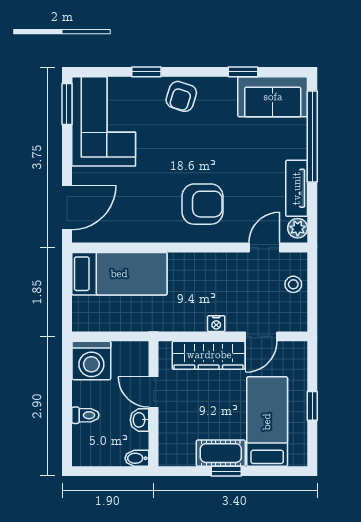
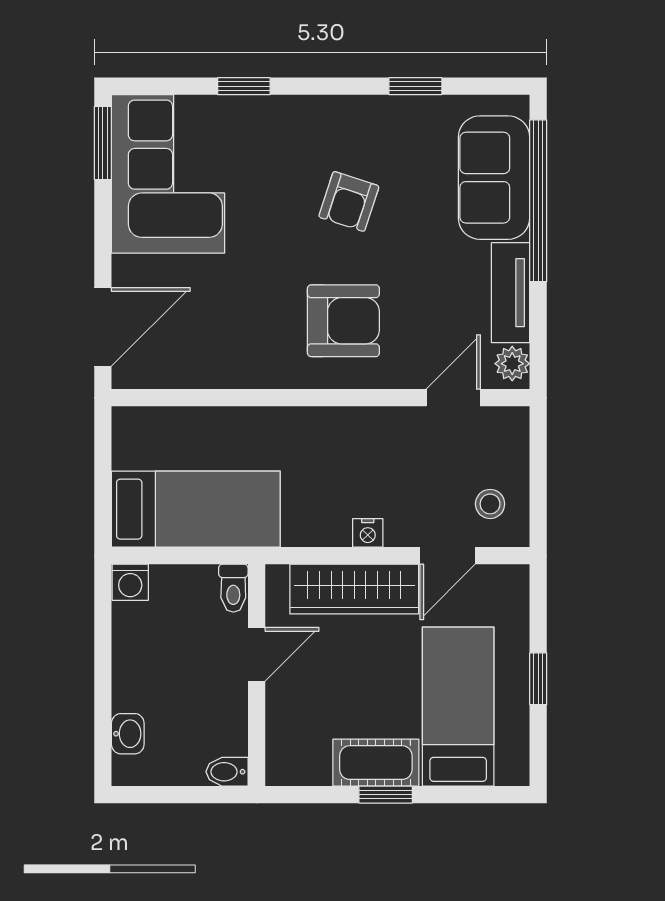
armchair: (181, 96) -> (349, 201), moved
sofa: (273, 97) -> (494, 178), moved, turned 90
bed: (119, 274) -> (196, 509), moved
stool: (293, 284) -> (490, 504), moved
washing machine: (91, 361) -> (130, 582), width x0.53, depth x0.53
door: (154, 392) -> (257, 654), swing flipped
toilet: (85, 415) -> (233, 588), moved, turned 90
washbasin: (140, 420) -> (128, 734), moved, turned 180

